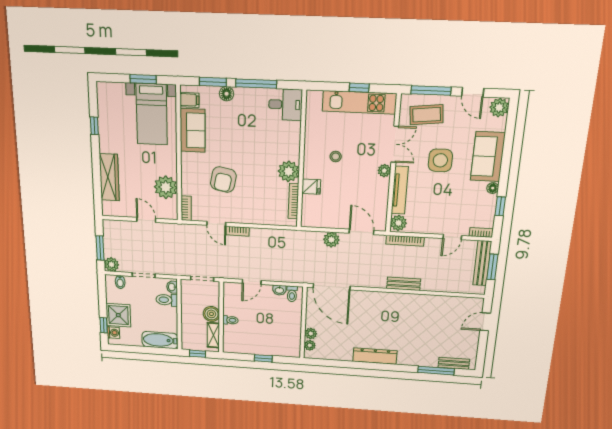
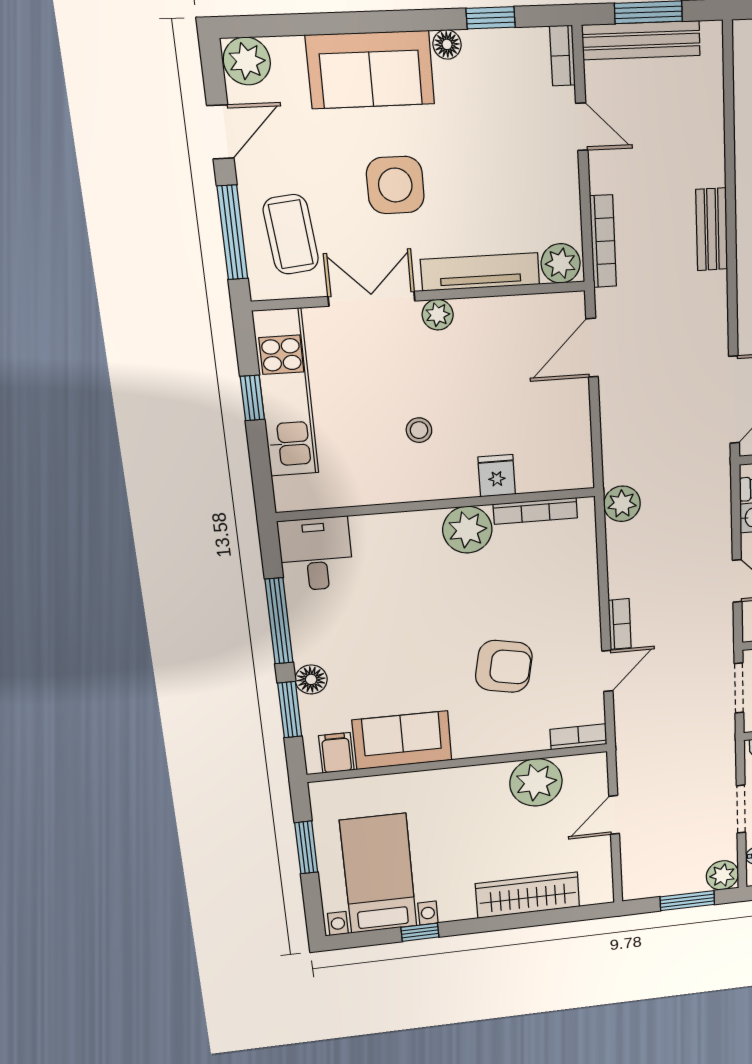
bed with nightstands: (152, 114) -> (378, 874), moved, turned -90
plant: (331, 240) -> (622, 504), moved

